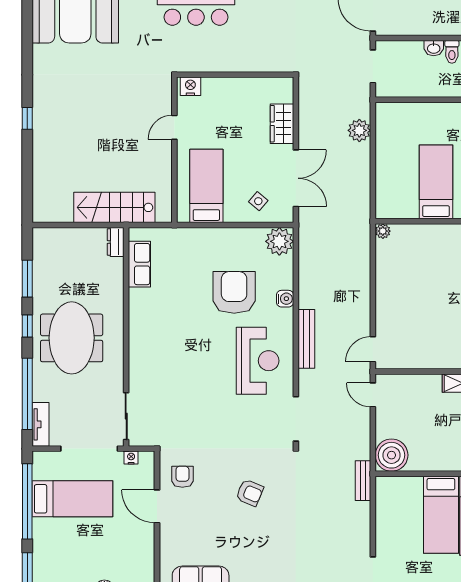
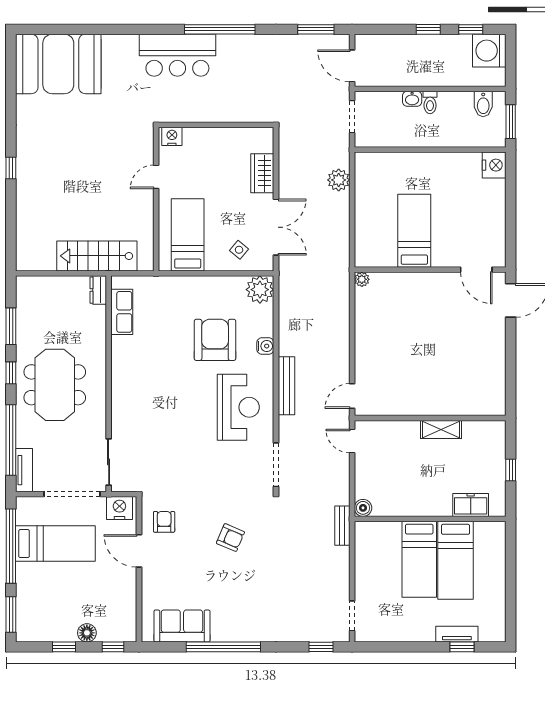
boiler: (392, 455) -> (363, 508), width x0.54, depth x0.54
nightstand: (131, 458) -> (119, 508), width x1.89, depth x1.79

